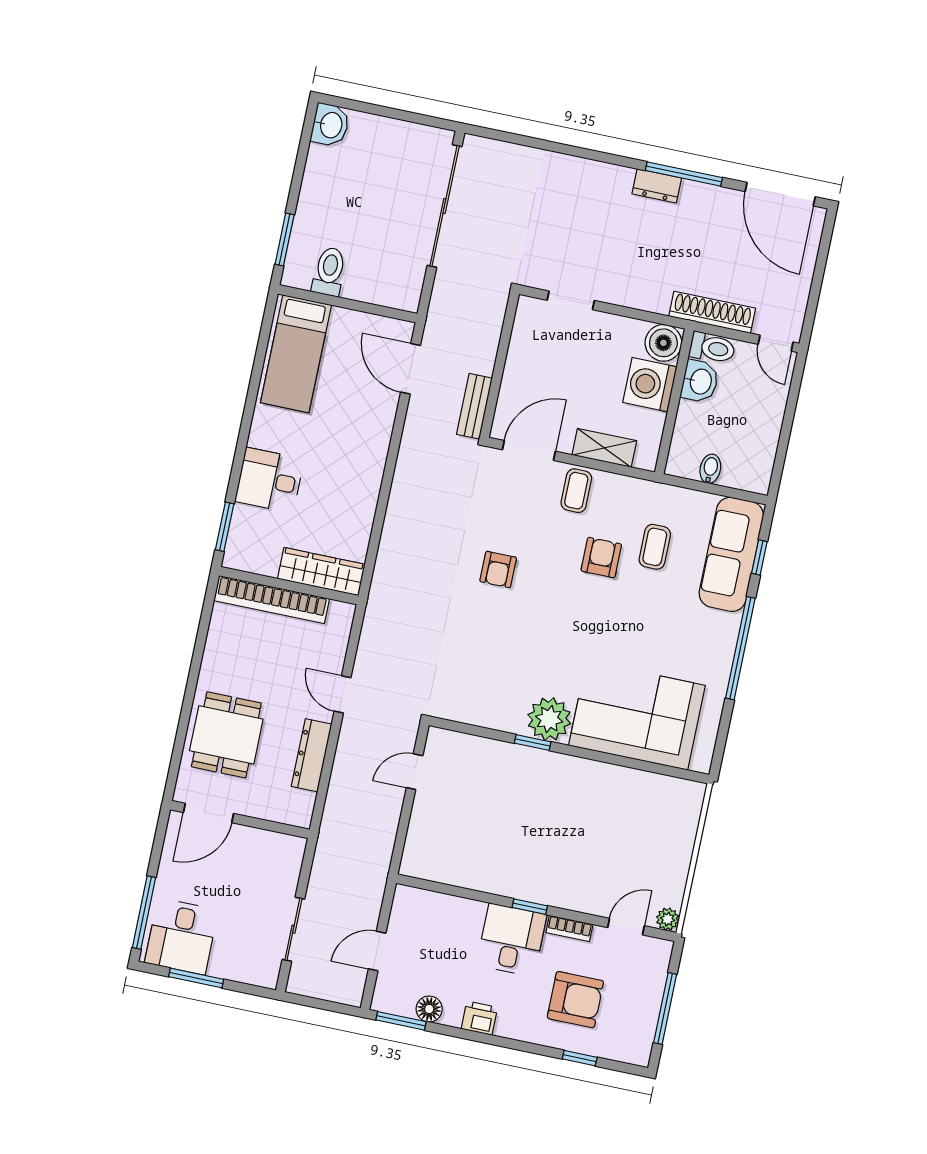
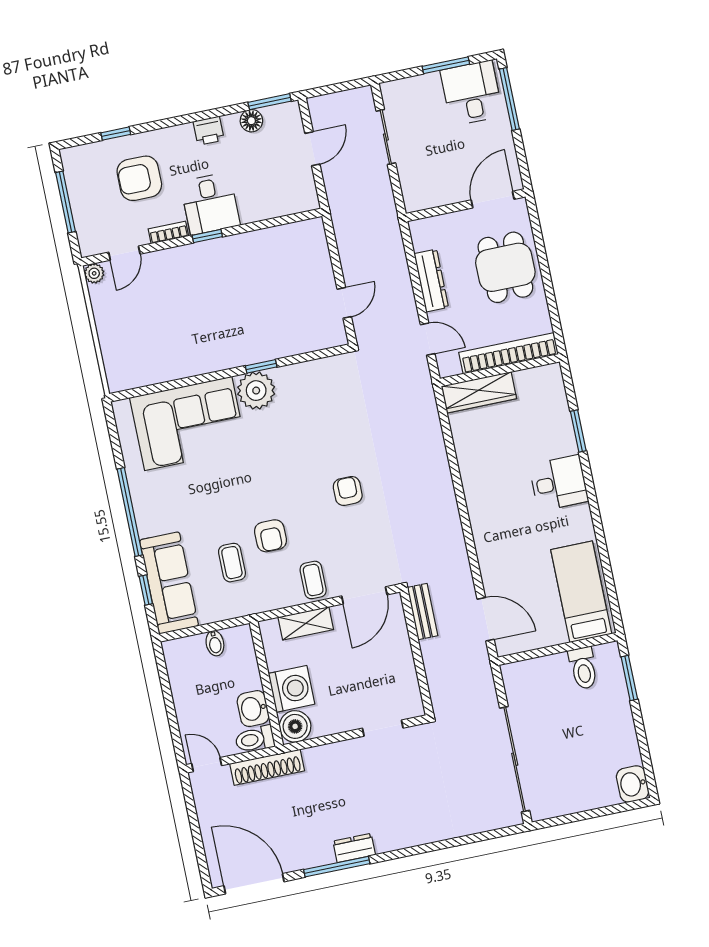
wardrobe: (321, 572) -> (479, 392), moved
wall: (289, 586) -> (500, 370), moved
bookcase: (272, 600) -> (509, 353), moved

